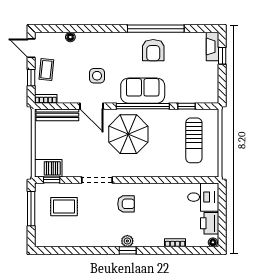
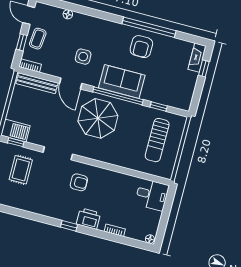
rug: (64, 207) -> (21, 170), turned 90
printer: (210, 223) -> (88, 219), moved, turned 90
plant: (127, 241) -> (71, 217), removed

